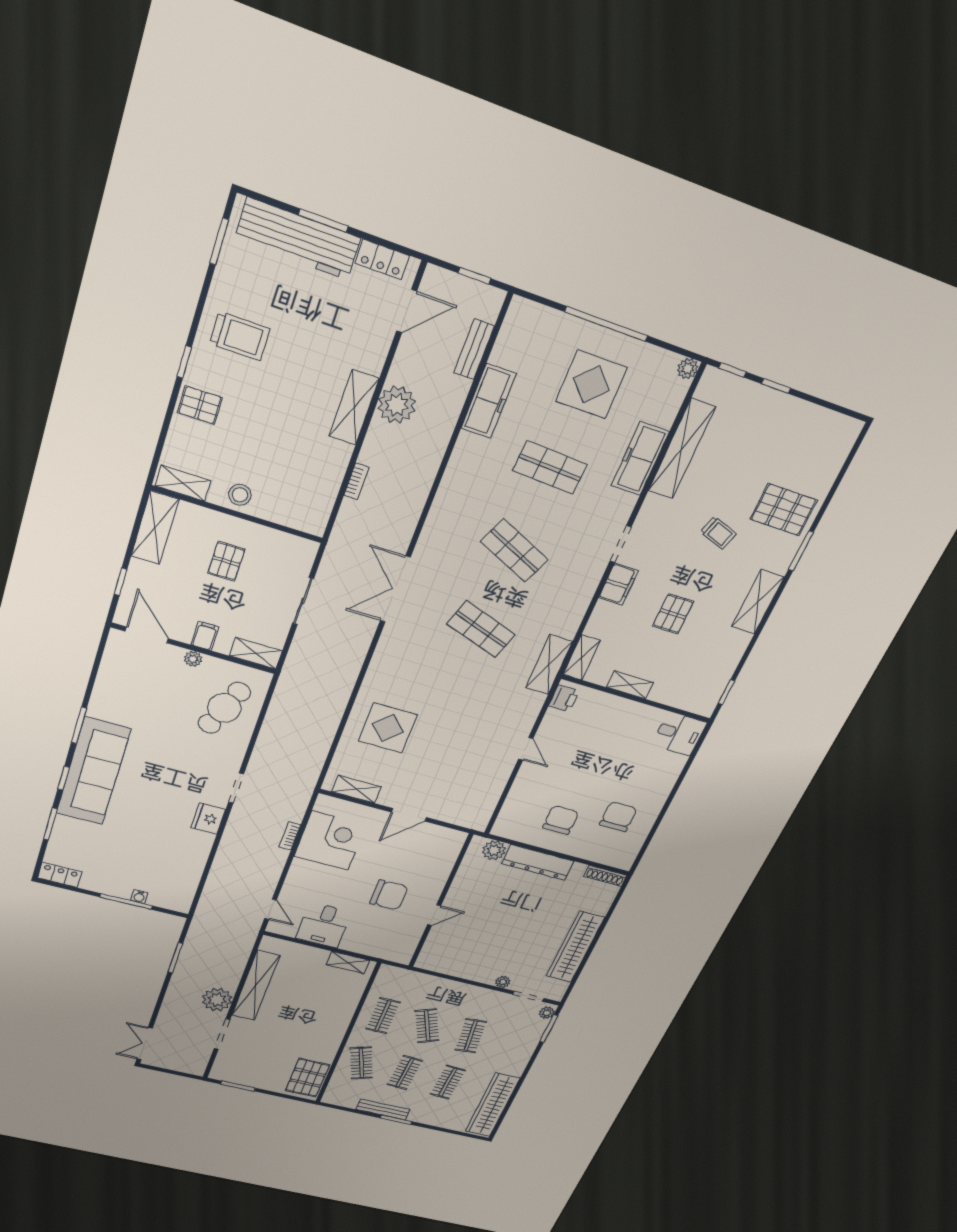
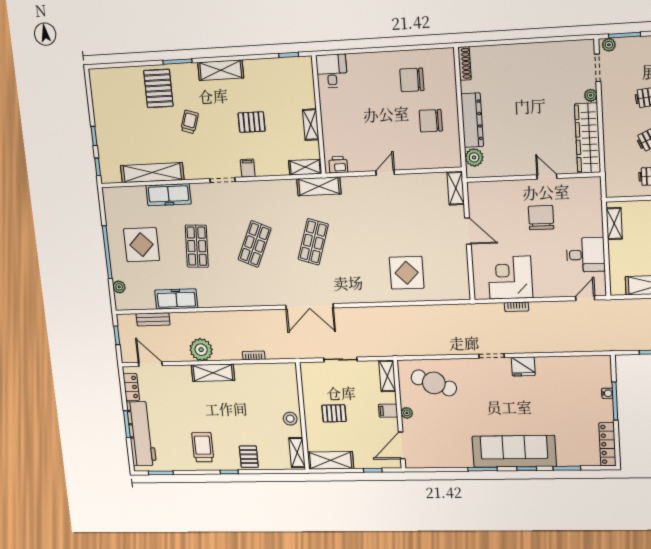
plant: (688, 369) -> (119, 287), moved
filing cabinet: (619, 584) -> (248, 168), width x0.50
shelving: (356, 789) -> (456, 188), moved
locker: (60, 875) -> (608, 444), width x1.53
wardrobe: (575, 947) -> (588, 138), moved, turned 90

